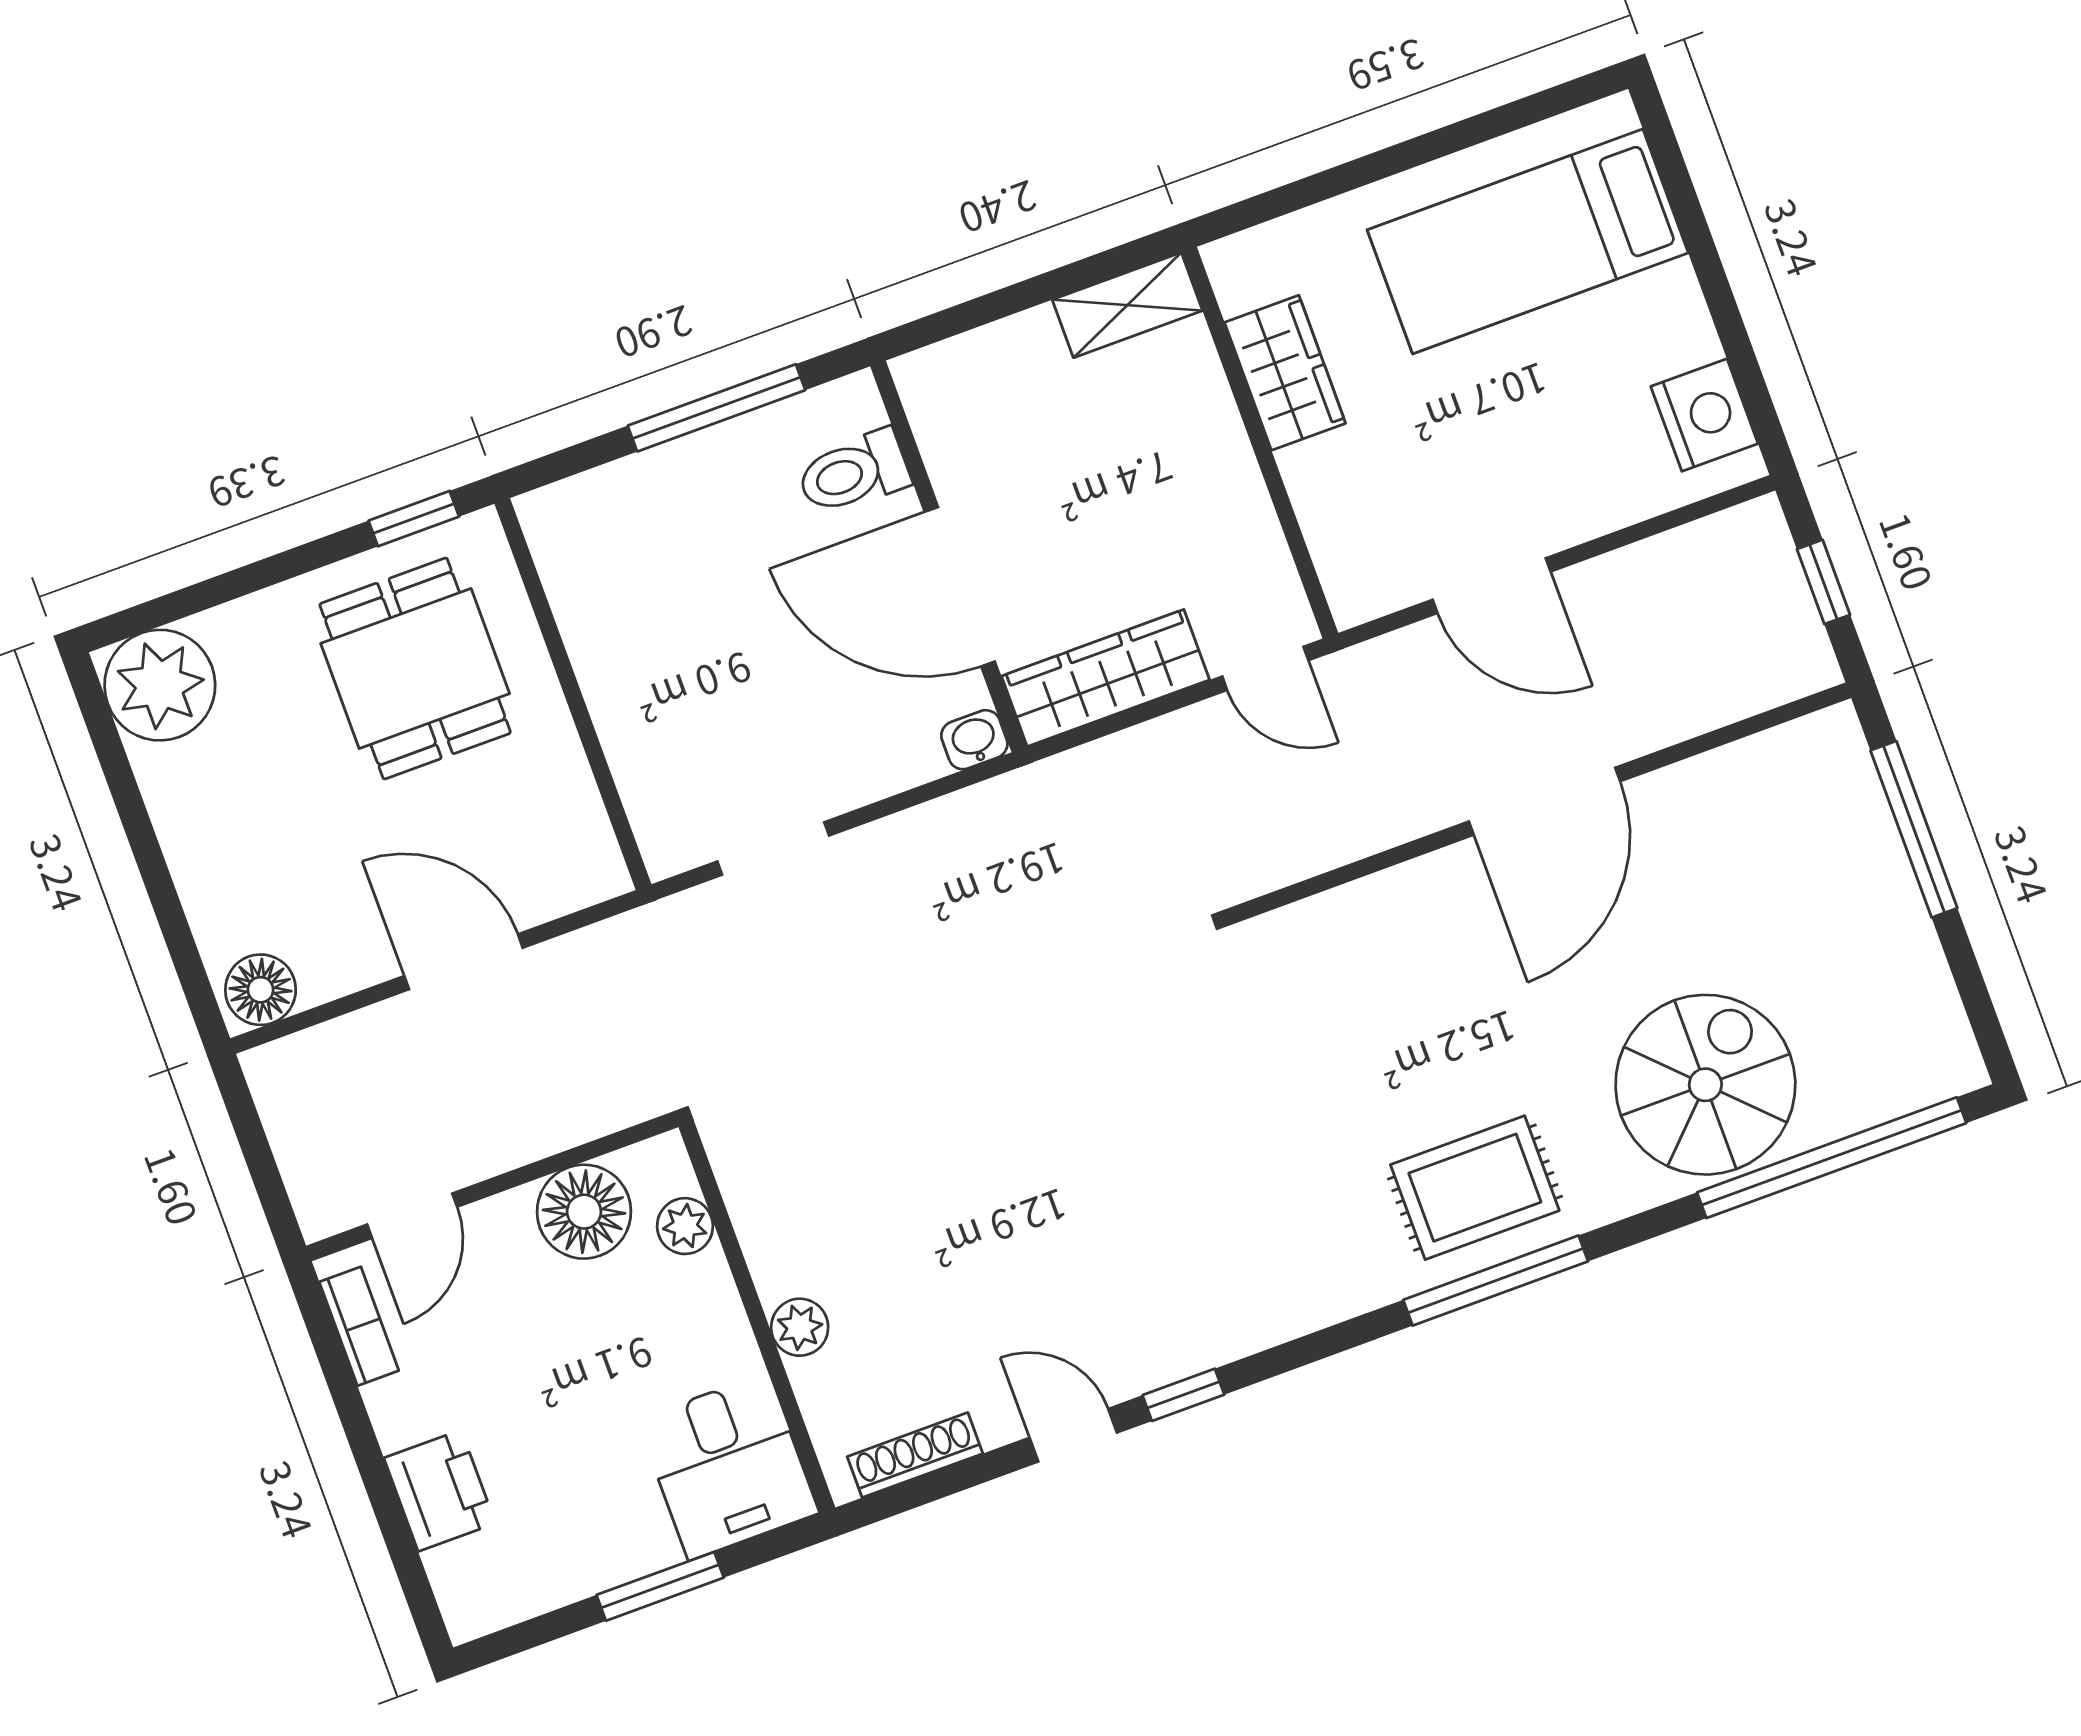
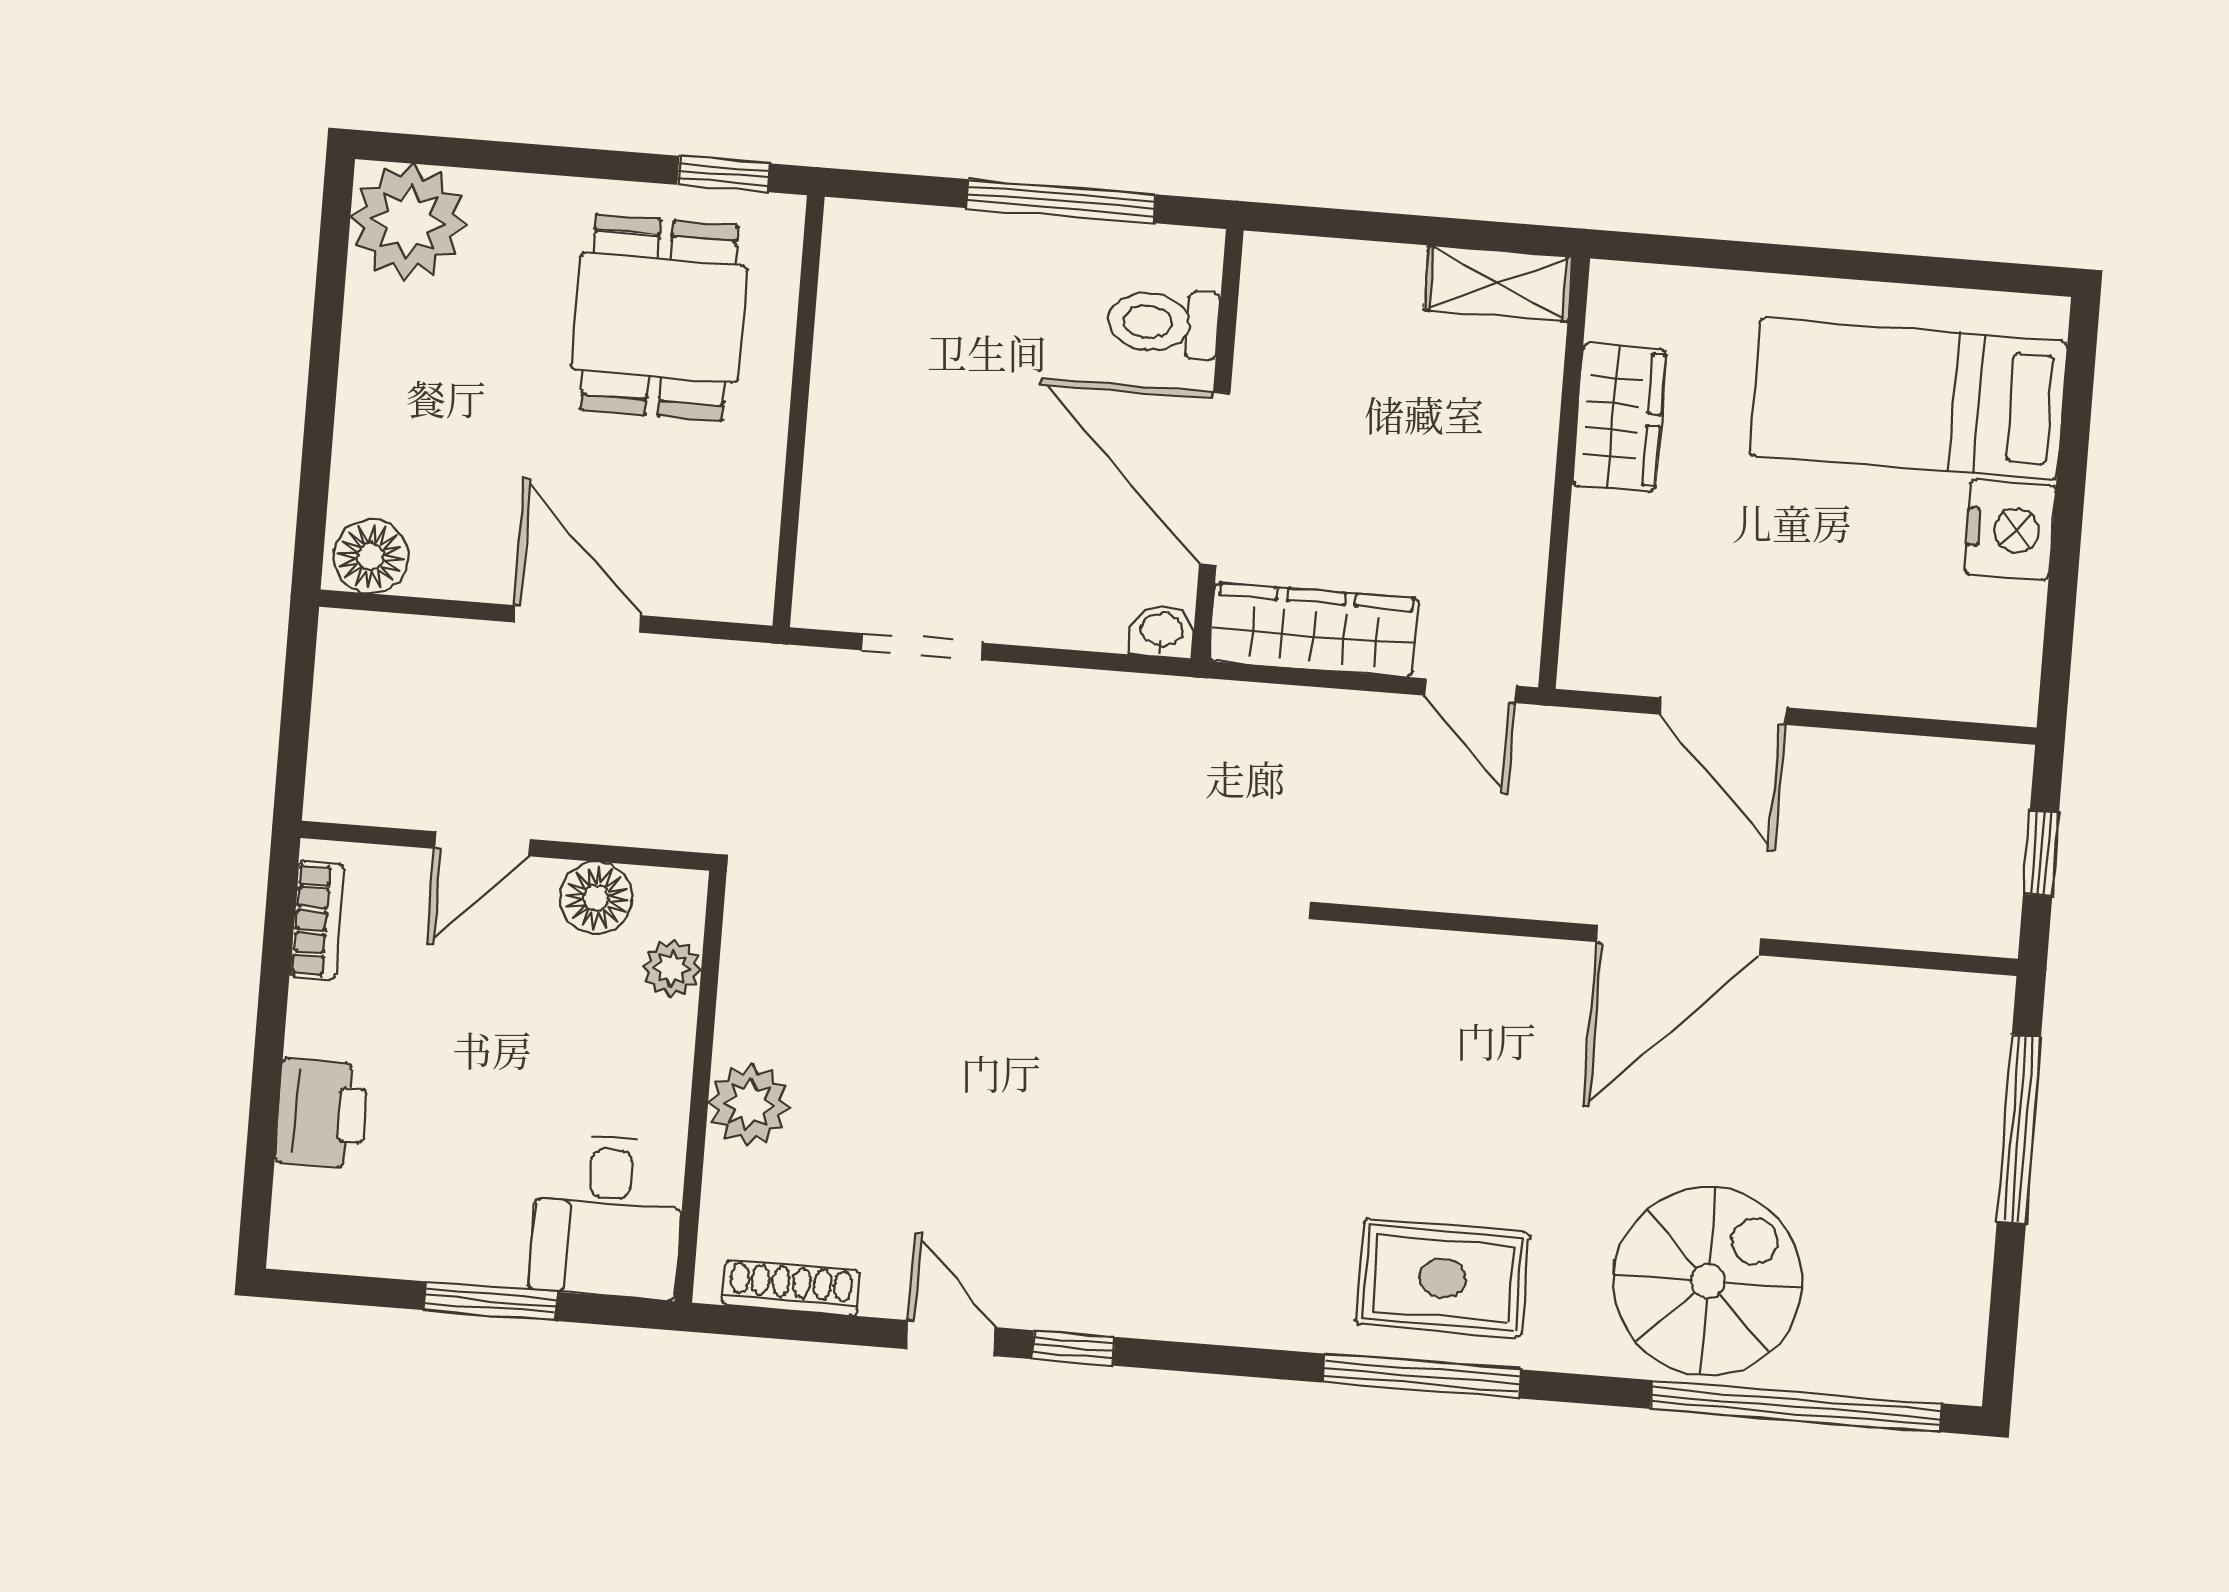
nightstand: (1704, 415) -> (2010, 530), moved
floor lamp: (584, 1212) -> (596, 898), width x0.73, depth x0.73
door: (412, 1216) -> (483, 844), moved
plant: (800, 1327) -> (749, 1105), width x1.38, depth x1.38

